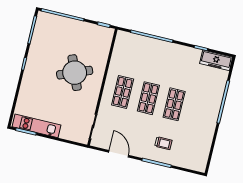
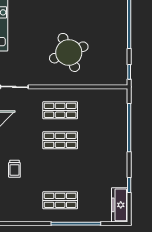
shop shelf: (174, 104) -> (60, 200), moved

